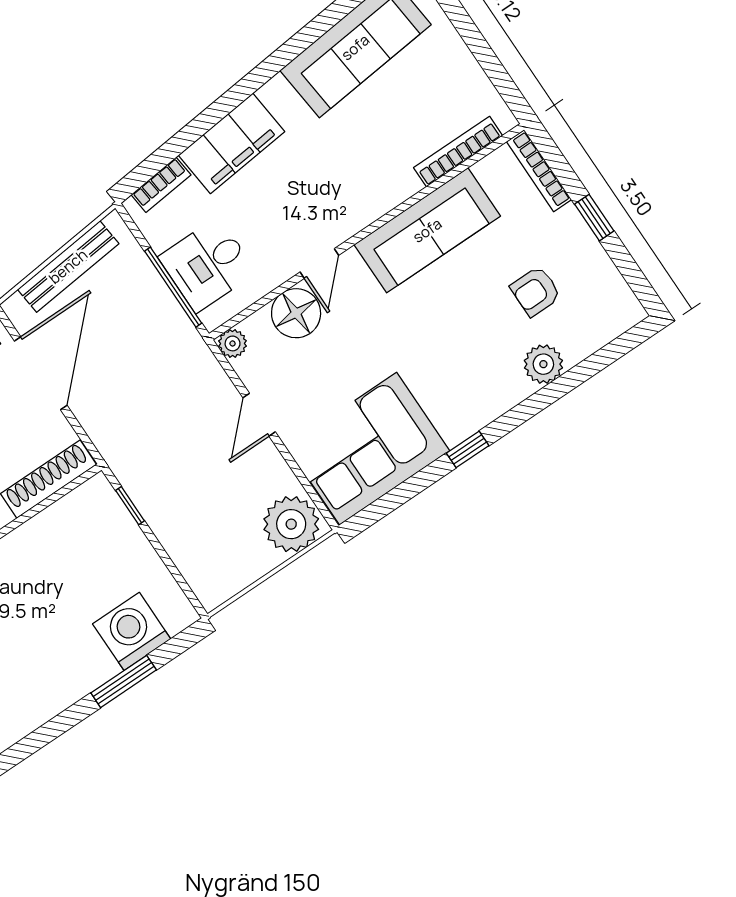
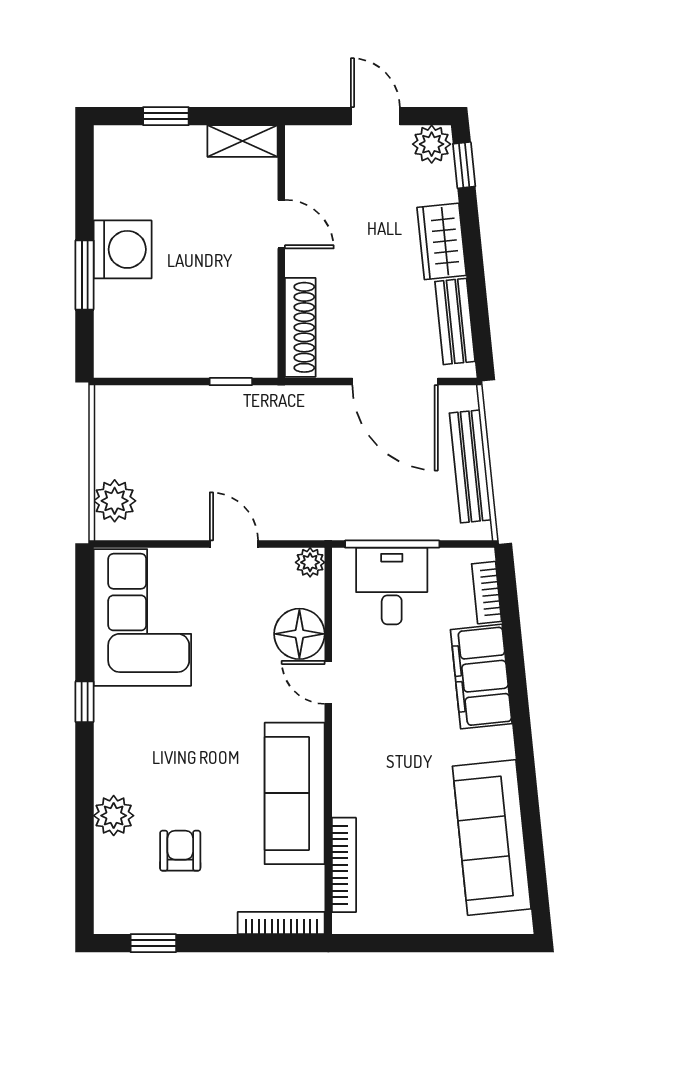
window: (594, 218) -> (153, 943), moved
plant: (291, 524) -> (115, 501), width x0.73, depth x0.73
washing machine: (132, 631) -> (123, 249), moved

